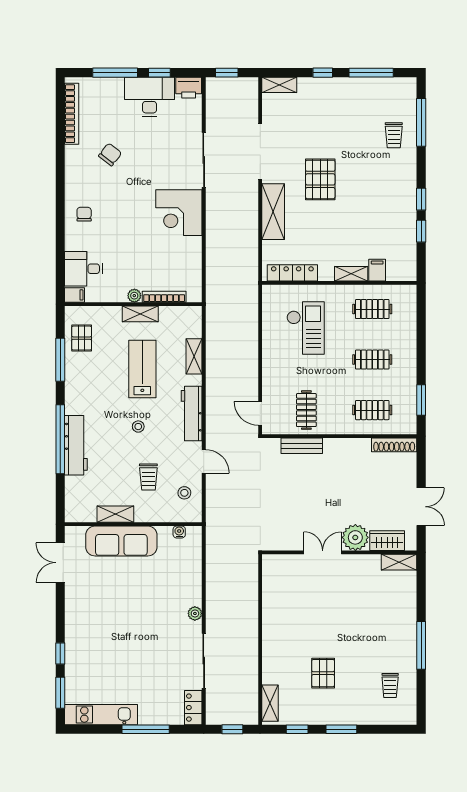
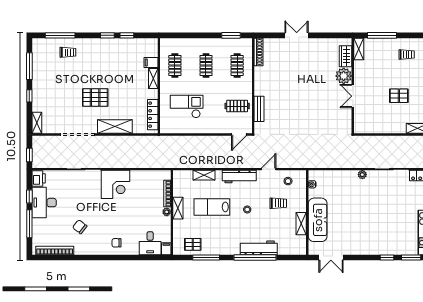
plant: (355, 537) -> (344, 76), moved
wardrobe: (387, 541) -> (346, 56), moved
double door: (323, 552) -> (353, 96), moved
wall: (339, 552) -> (353, 86), moved
shelving: (399, 562) -> (359, 49), moved

